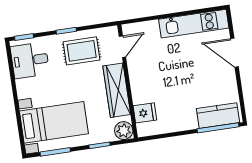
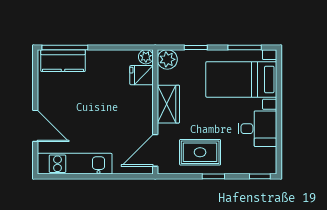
door: (122, 47) -> (155, 150), width x1.38
desk: (30, 60) -> (257, 129), moved
wardrobe: (117, 90) -> (168, 104), width x0.67
plant: (143, 130) -> (146, 57), added

